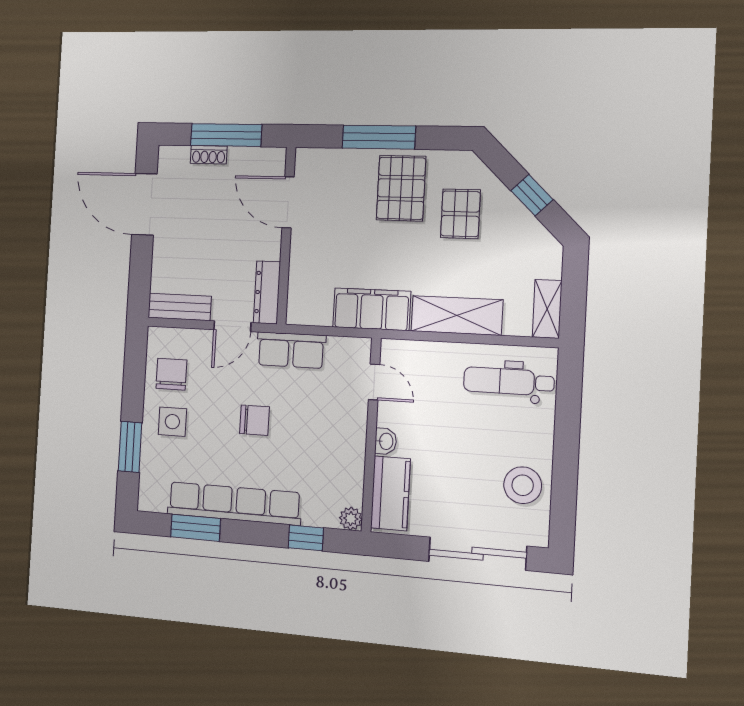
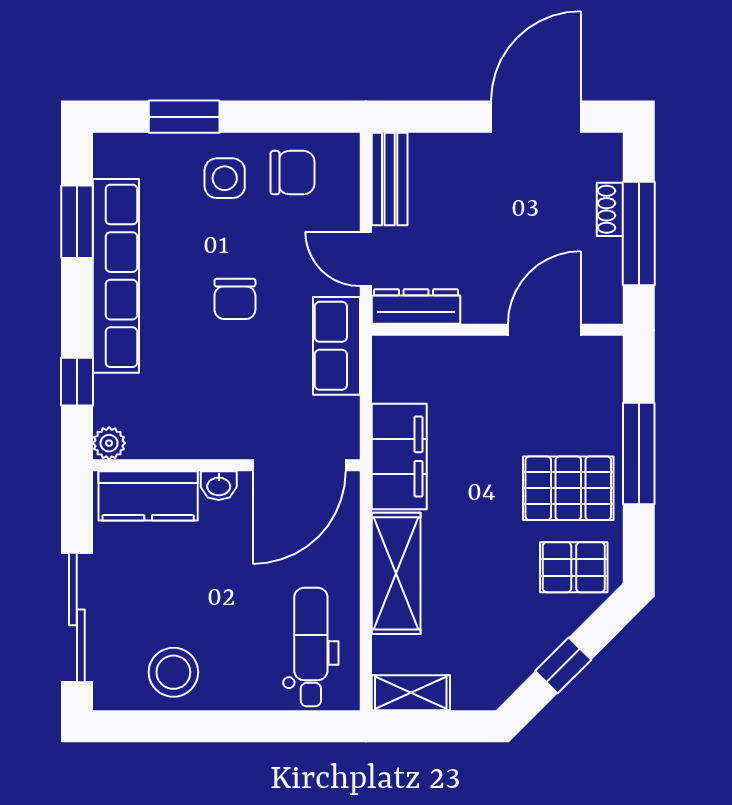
pallet: (460, 214) -> (574, 567), moved
door: (374, 382) -> (299, 465), width x1.88

